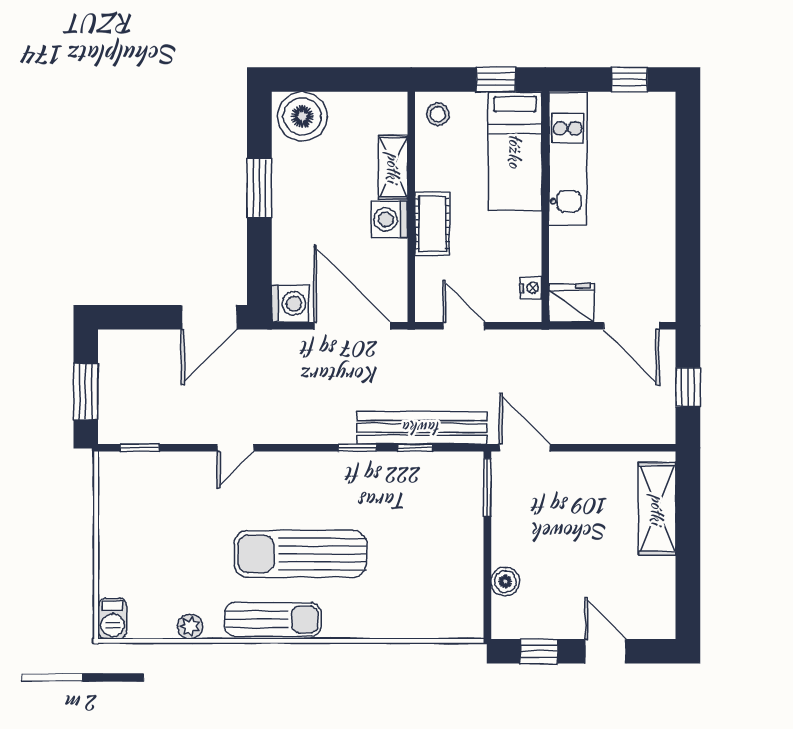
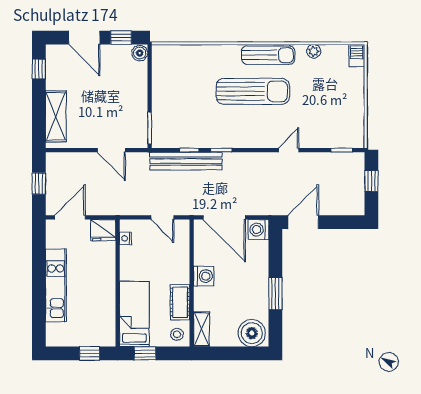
window: (629, 80) -> (90, 353), moved
kitchen unit: (568, 159) -> (56, 285), moved, turned 180
shelving: (393, 167) -> (202, 329), moved
cot: (432, 224) -> (180, 302), moved
door: (631, 326) -> (70, 217), hinge flipped
window: (86, 392) -> (371, 181), width x0.67
door: (525, 448) -> (111, 150), moved
boiler: (505, 582) -> (140, 53), moved
window: (688, 595) -> (39, 69), added
sun lounger: (273, 619) -> (268, 55), turned 180
door: (605, 651) -> (84, 38), width x1.38

